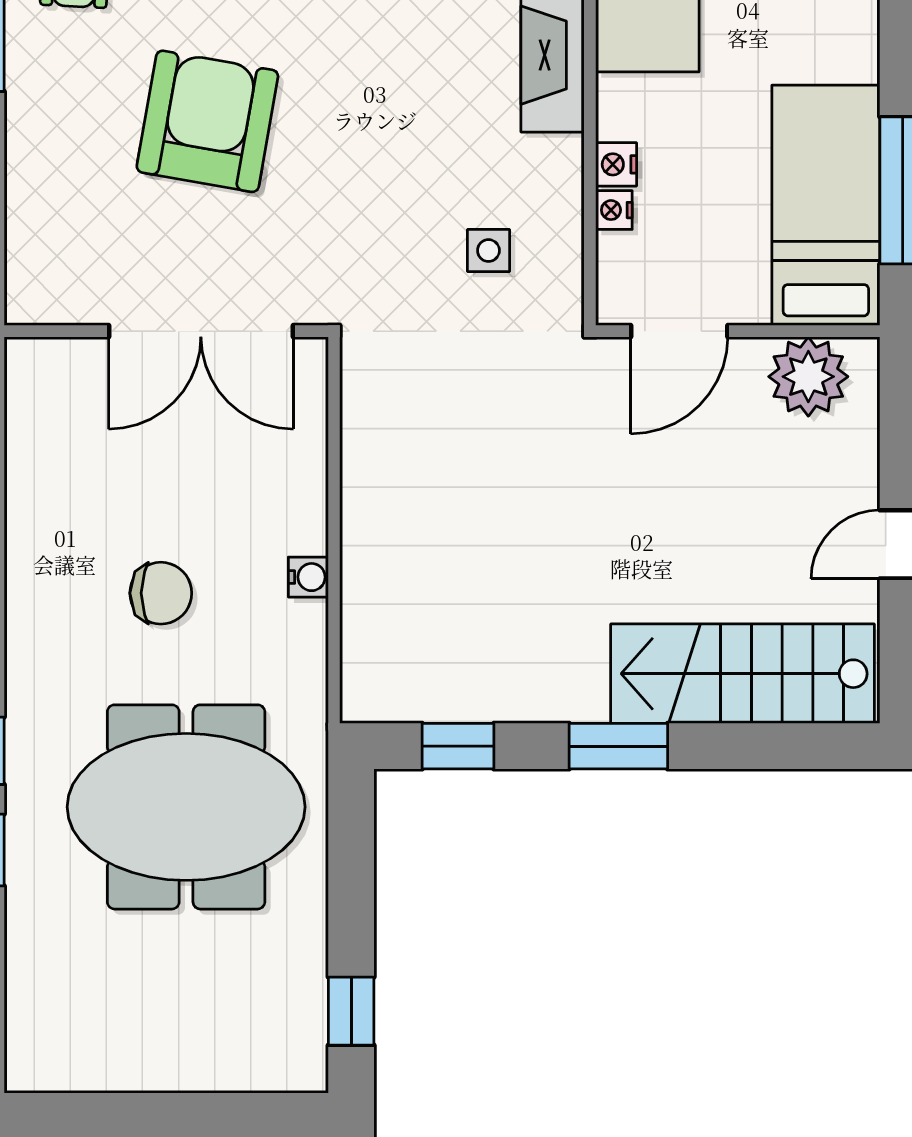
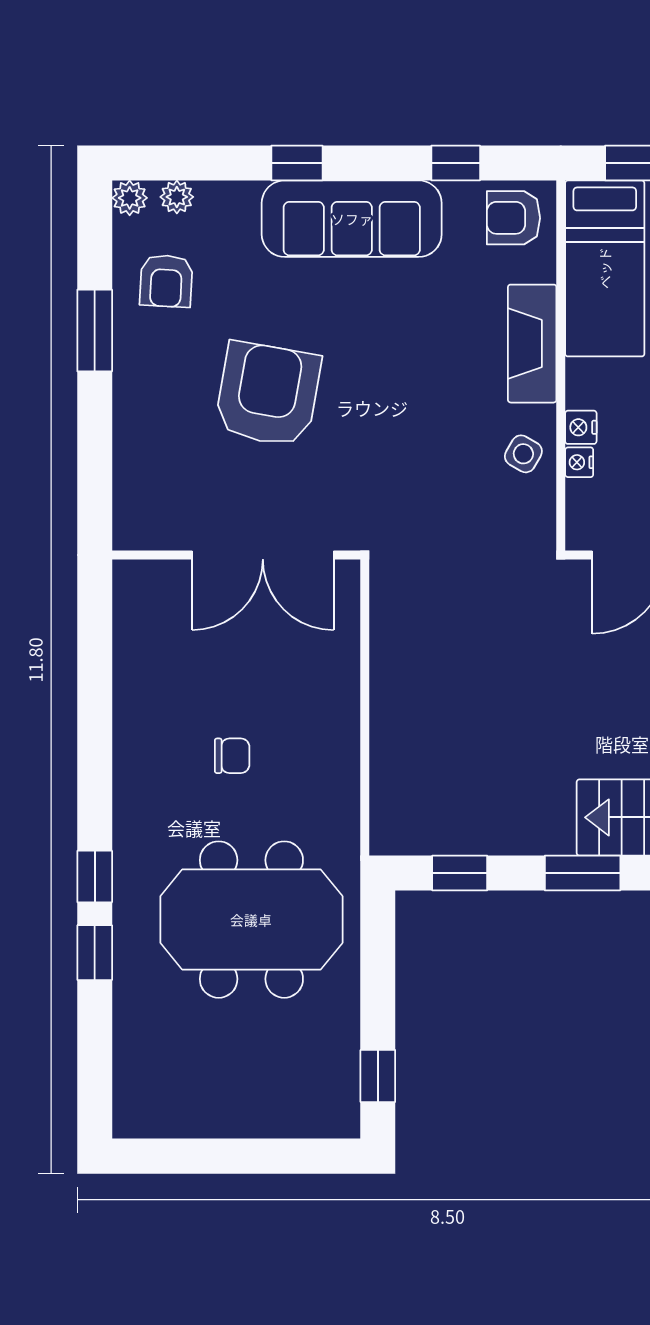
side table: (488, 251) -> (523, 454), moved, turned 30
water cooler: (308, 577) -> (345, 743), removed
chair: (161, 593) -> (232, 756), width x0.73, depth x0.73

